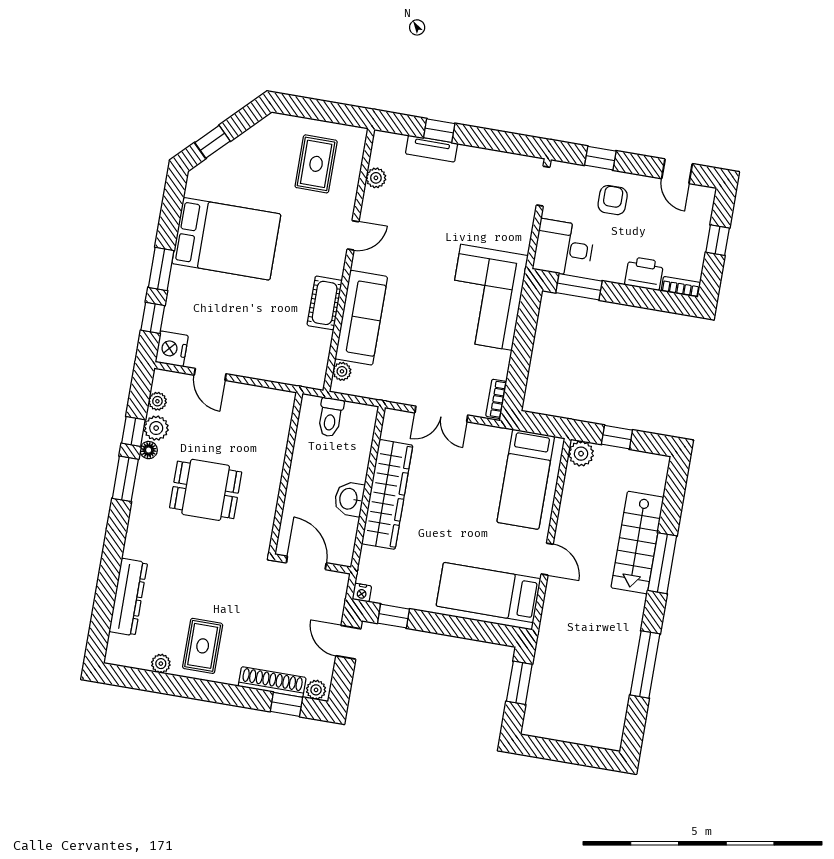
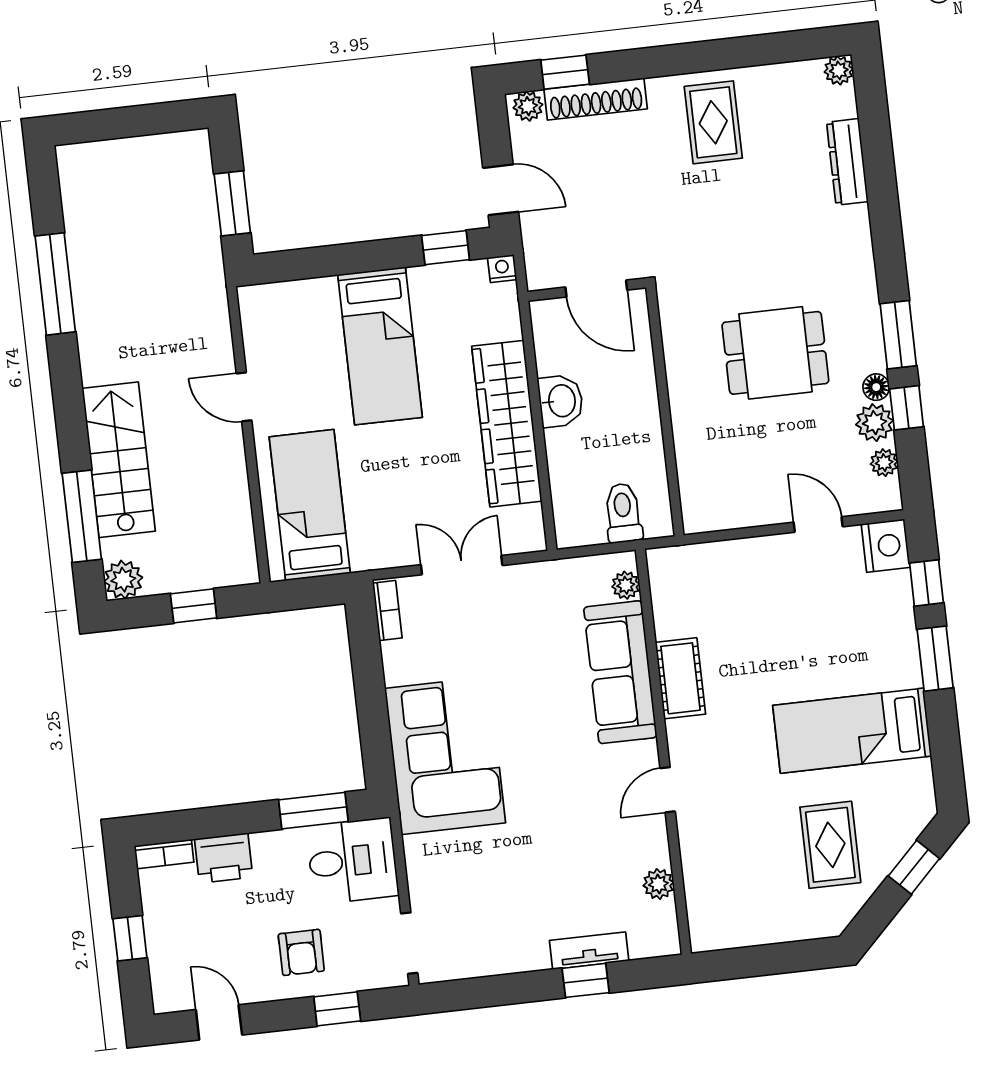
rug: (316, 164) -> (830, 845), moved
bed: (226, 239) -> (852, 731), width x0.67
plant: (581, 454) -> (123, 580), moved
window: (662, 563) -> (82, 516), moved
bed: (488, 592) -> (380, 346), moved, turned 90
dresser: (128, 597) -> (847, 162), width x0.73, depth x0.80
plant: (161, 664) -> (839, 70), moved

